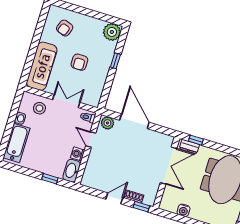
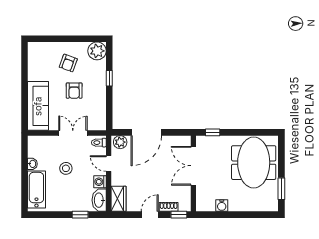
armchair: (65, 28) -> (68, 63), moved
stool: (39, 108) -> (66, 168), moved
door: (134, 121) -> (146, 132), swing flipped
dresser: (189, 147) -> (208, 141), removed
double door: (169, 166) -> (193, 166), swing flipped
wardrobe: (90, 175) -> (119, 199), added

